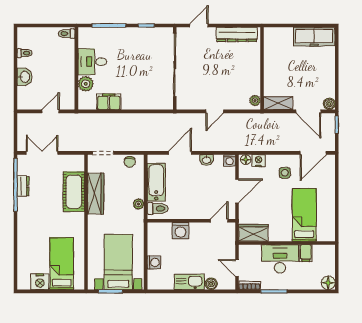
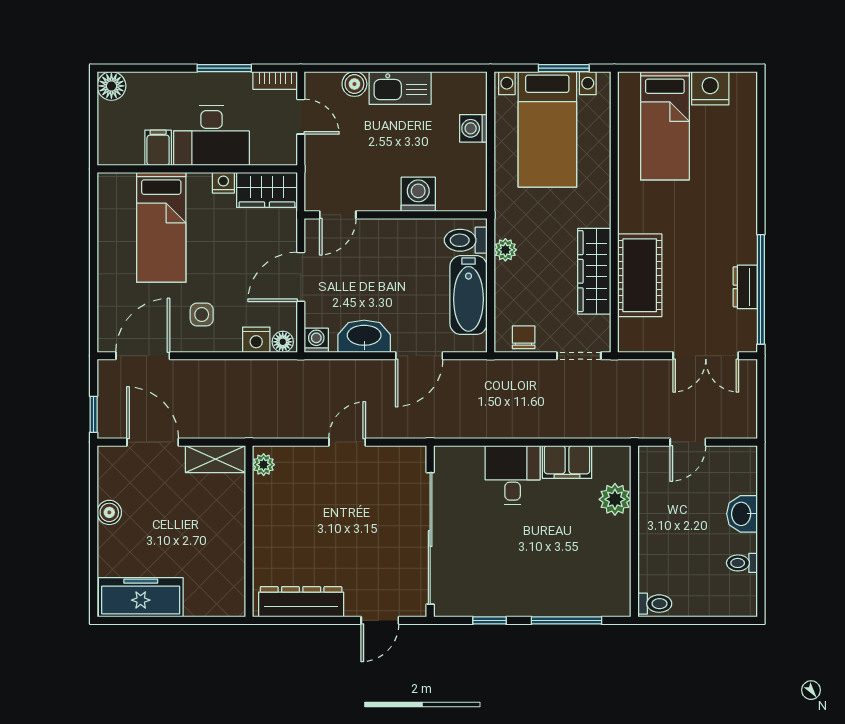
desk: (92, 62) -> (513, 475), moved, turned -90
boiler: (329, 104) -> (109, 512), moved
washbasin: (207, 160) -> (364, 336), width x1.91, depth x1.45
nightstand: (274, 236) -> (223, 183), added

